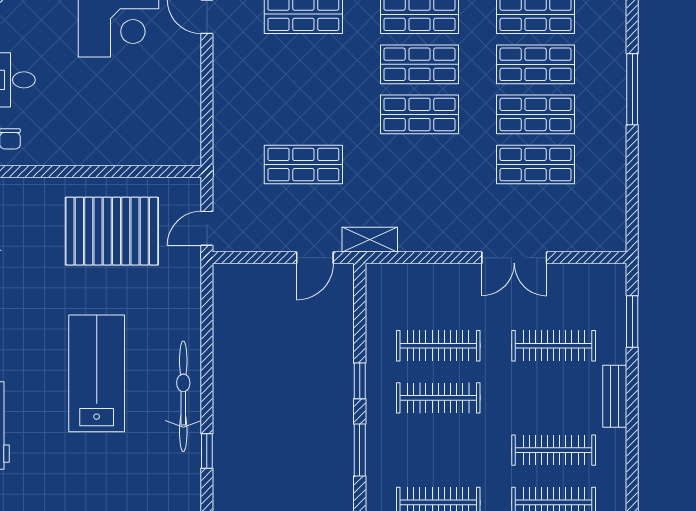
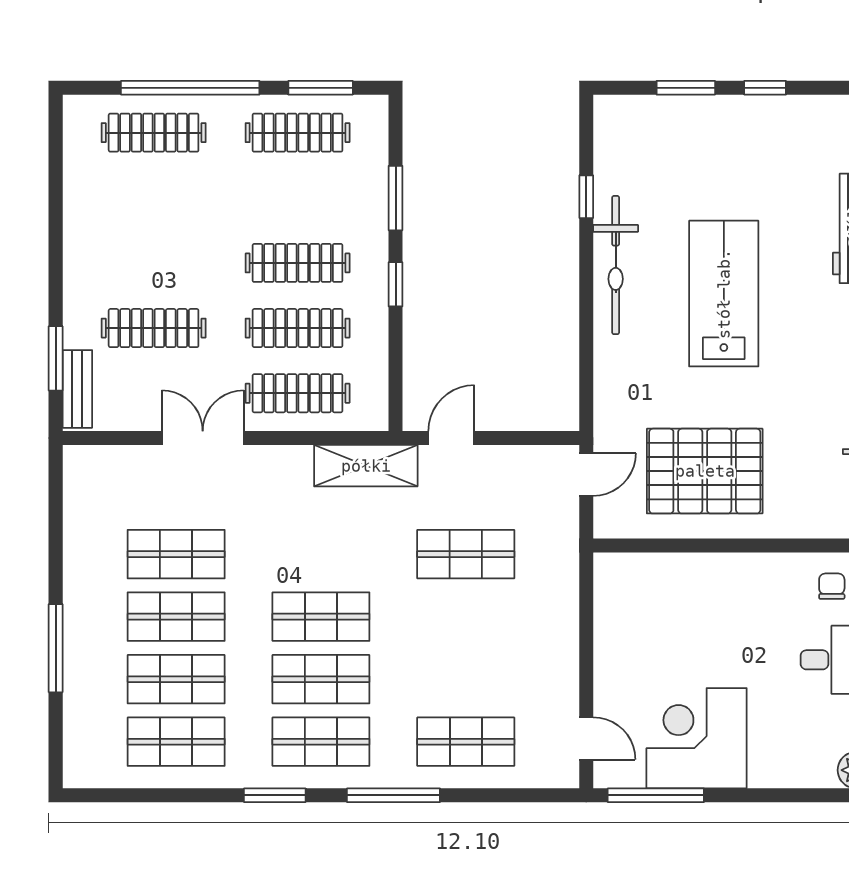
shelving: (370, 240) -> (366, 466), width x1.50, depth x1.33
lab bench: (97, 373) -> (724, 294), turned 180
bench: (615, 396) -> (77, 389), moved
clothes rail: (554, 450) -> (298, 393), moved

